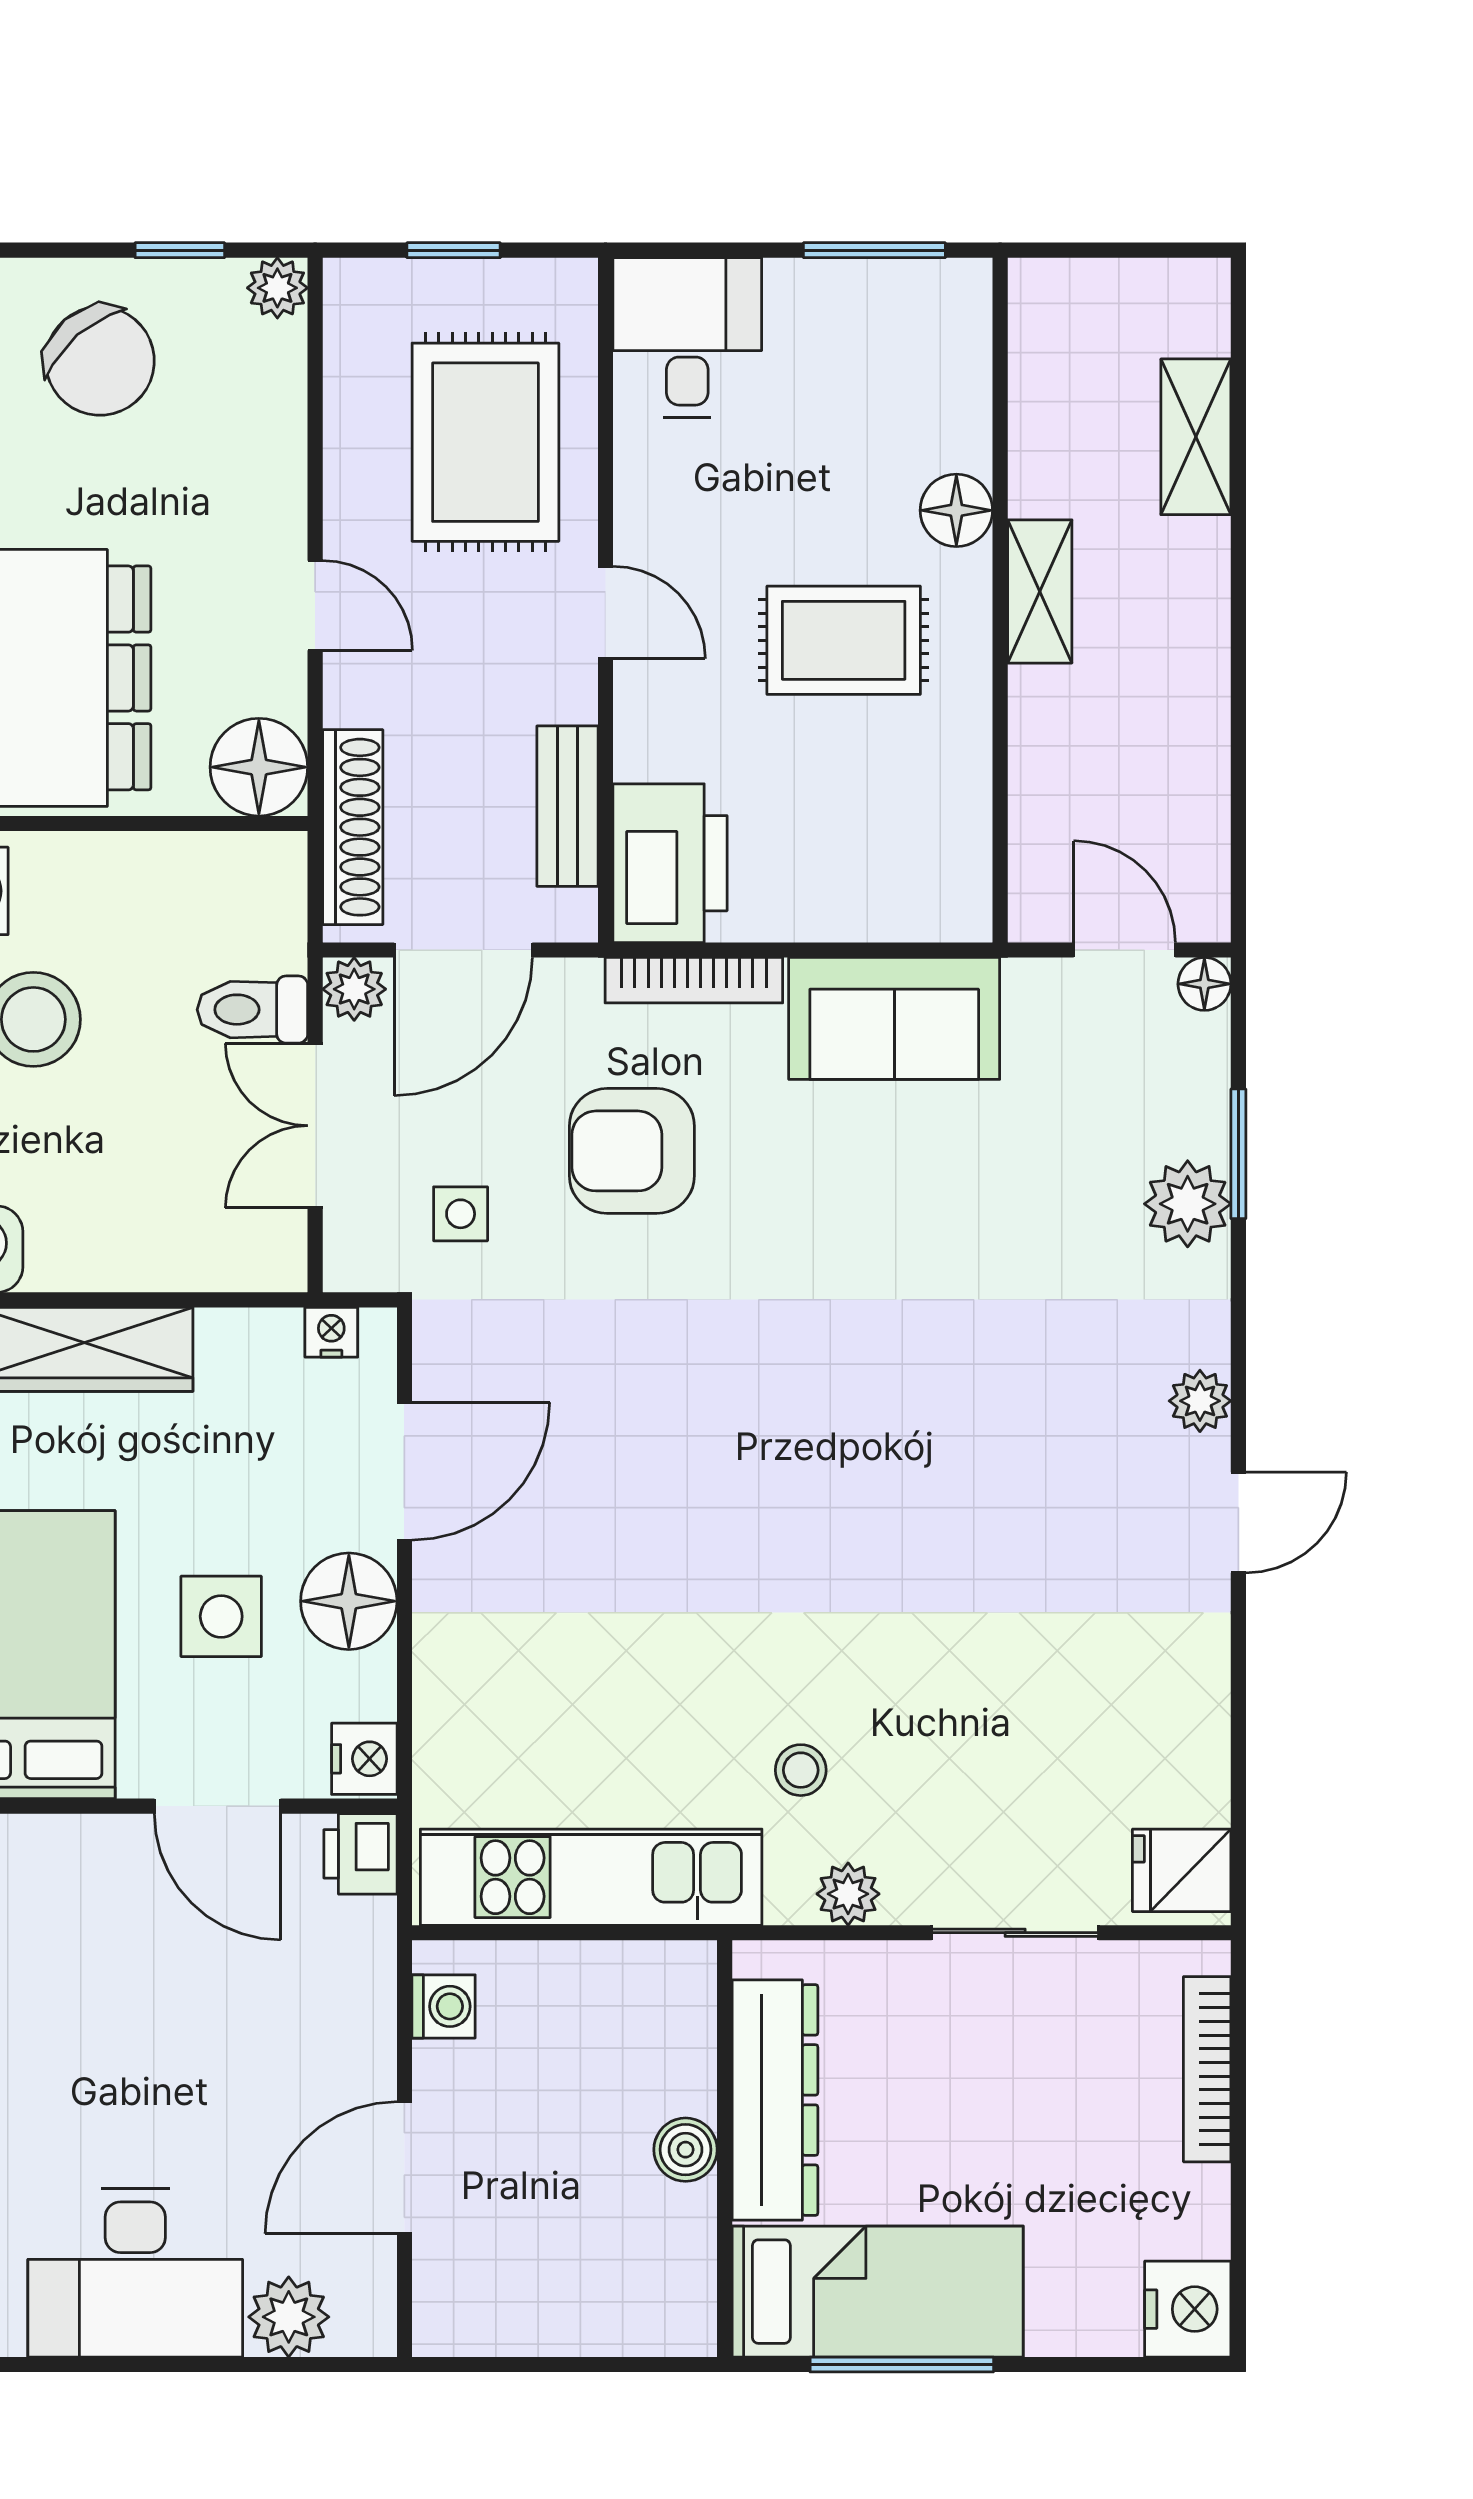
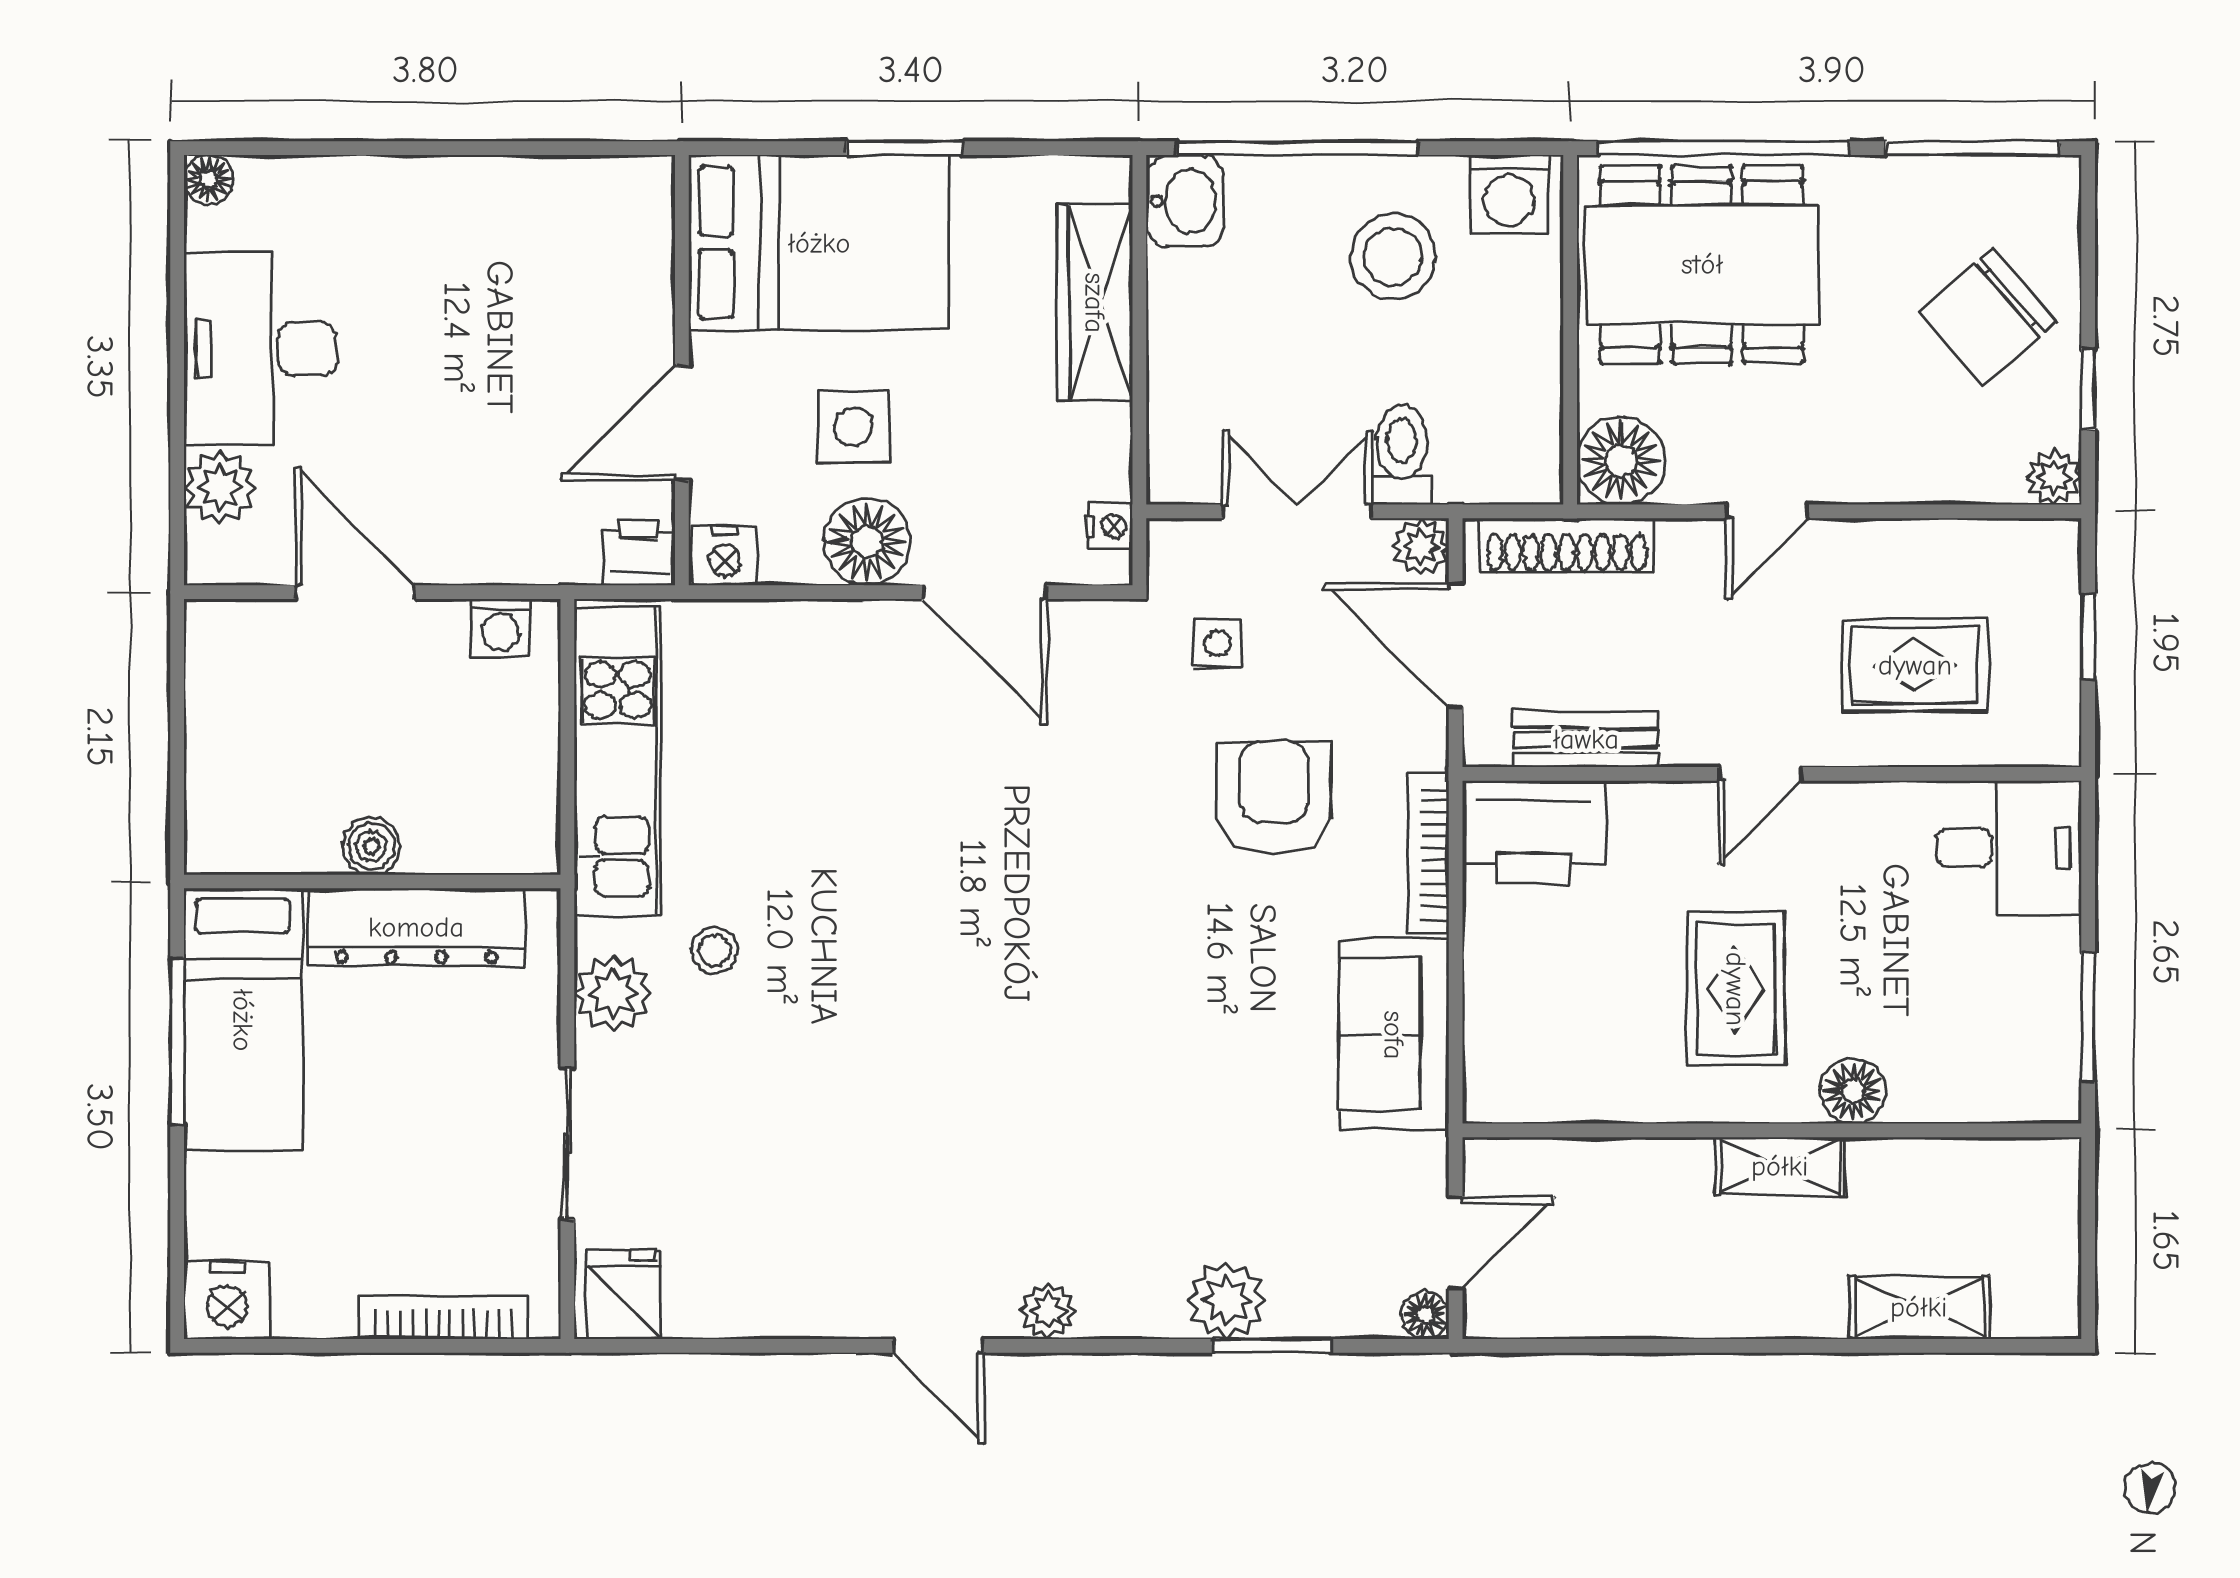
rug: (485, 442) -> (1915, 665), width x0.73, depth x0.70
plant: (848, 1894) -> (613, 993), width x1.38, depth x1.38

